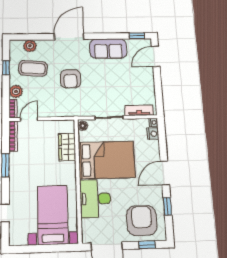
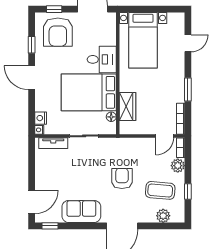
floor lamp: (83, 126) -> (111, 117), moved
door: (165, 173) -> (32, 78), swing flipped
desk: (95, 199) -> (102, 59), width x0.73

